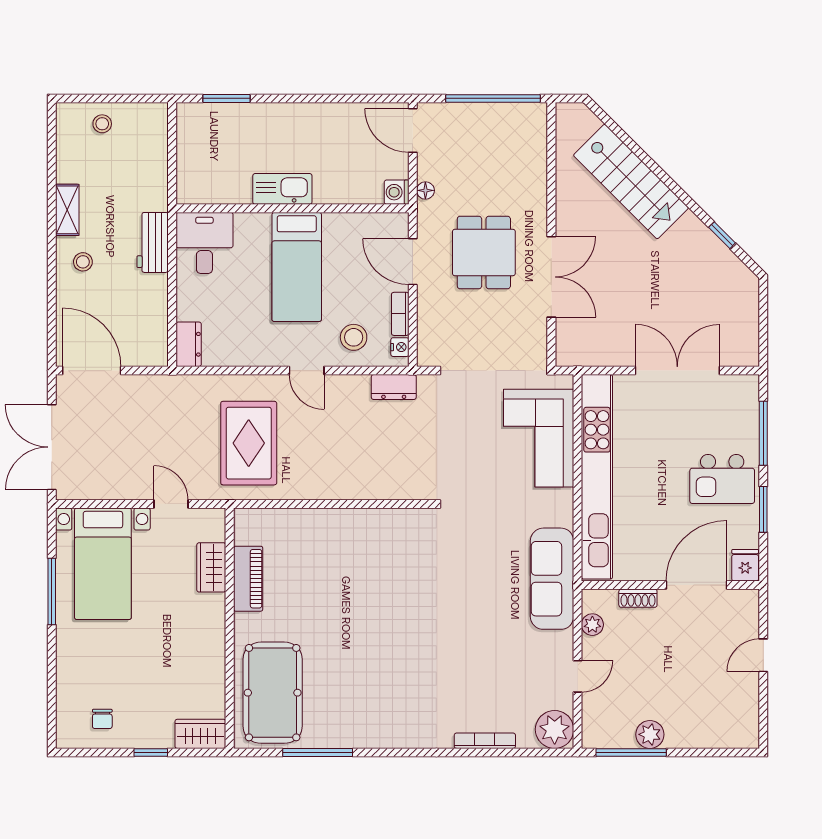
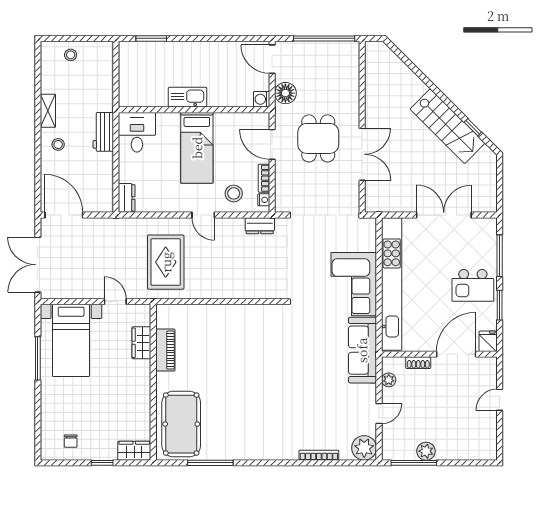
stairs: (631, 182) -> (448, 126), moved
floor lamp: (425, 190) -> (285, 93), width x1.89, depth x1.89
corner sofa: (539, 438) -> (354, 284), moved

